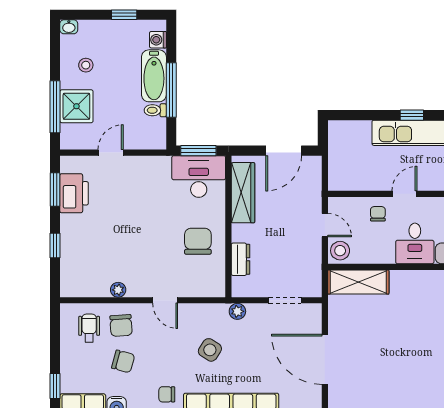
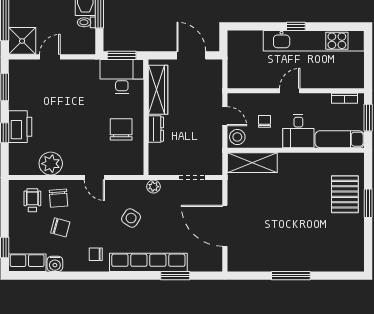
shower: (76, 106) -> (22, 41), moved
door: (284, 151) -> (191, 55), swing flipped
printer: (74, 193) -> (20, 127), moved
chair: (378, 214) -> (264, 121), moved
dresser: (240, 259) -> (156, 129), moved
plant: (118, 290) -> (51, 164), width x1.88, depth x1.88

